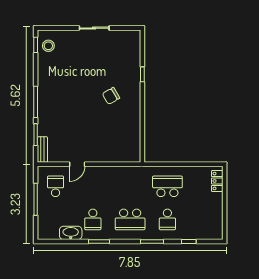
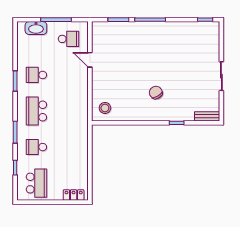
stool: (48, 46) -> (105, 108), moved
bench: (42, 149) -> (207, 116), moved
school desk: (167, 186) -> (36, 183), moved
washbasin: (71, 233) -> (36, 28), moved, turned 90

